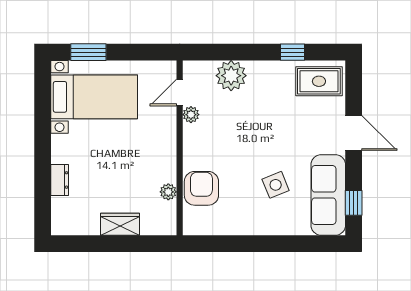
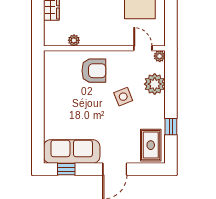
plant: (191, 115) -> (160, 56), moved
side table: (276, 185) -> (123, 97), moved
armchair: (201, 188) -> (94, 71), moved

